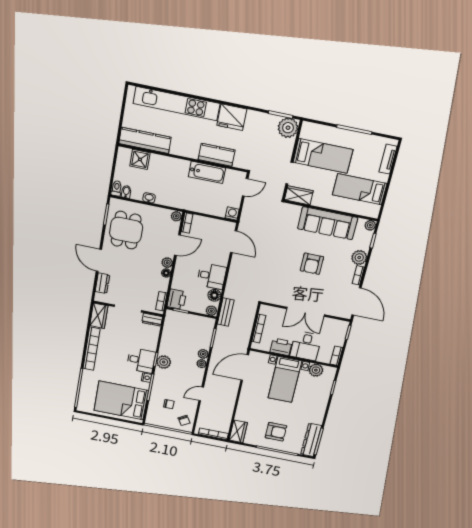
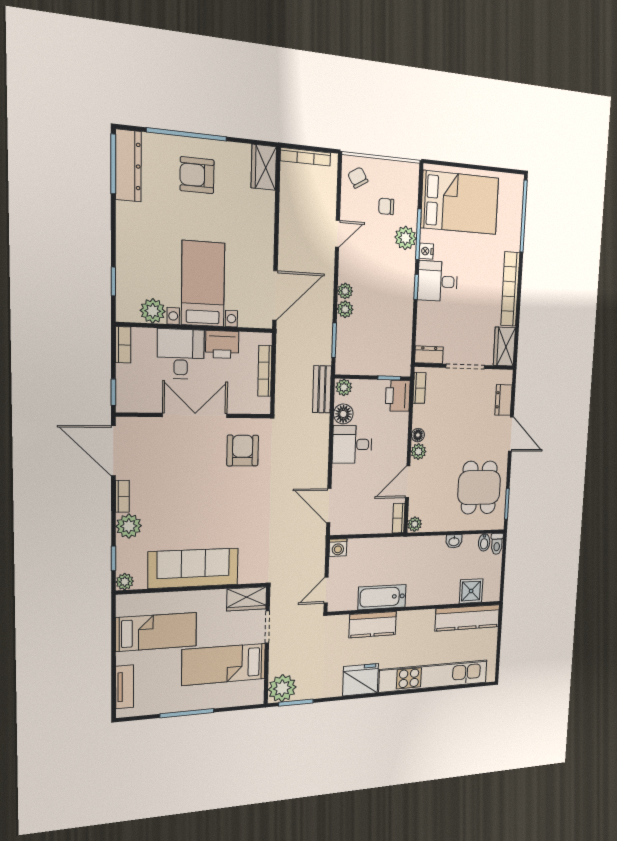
armchair: (312, 264) -> (243, 451), moved
plant: (164, 362) -> (405, 238), moved

